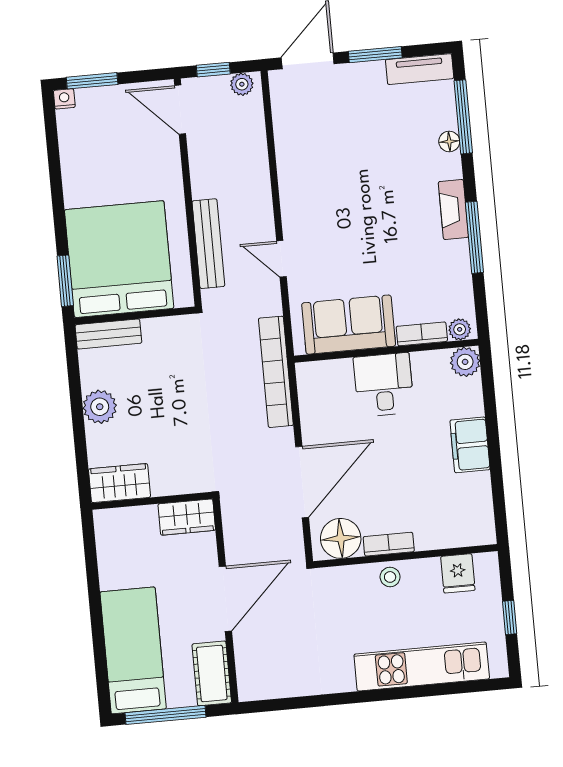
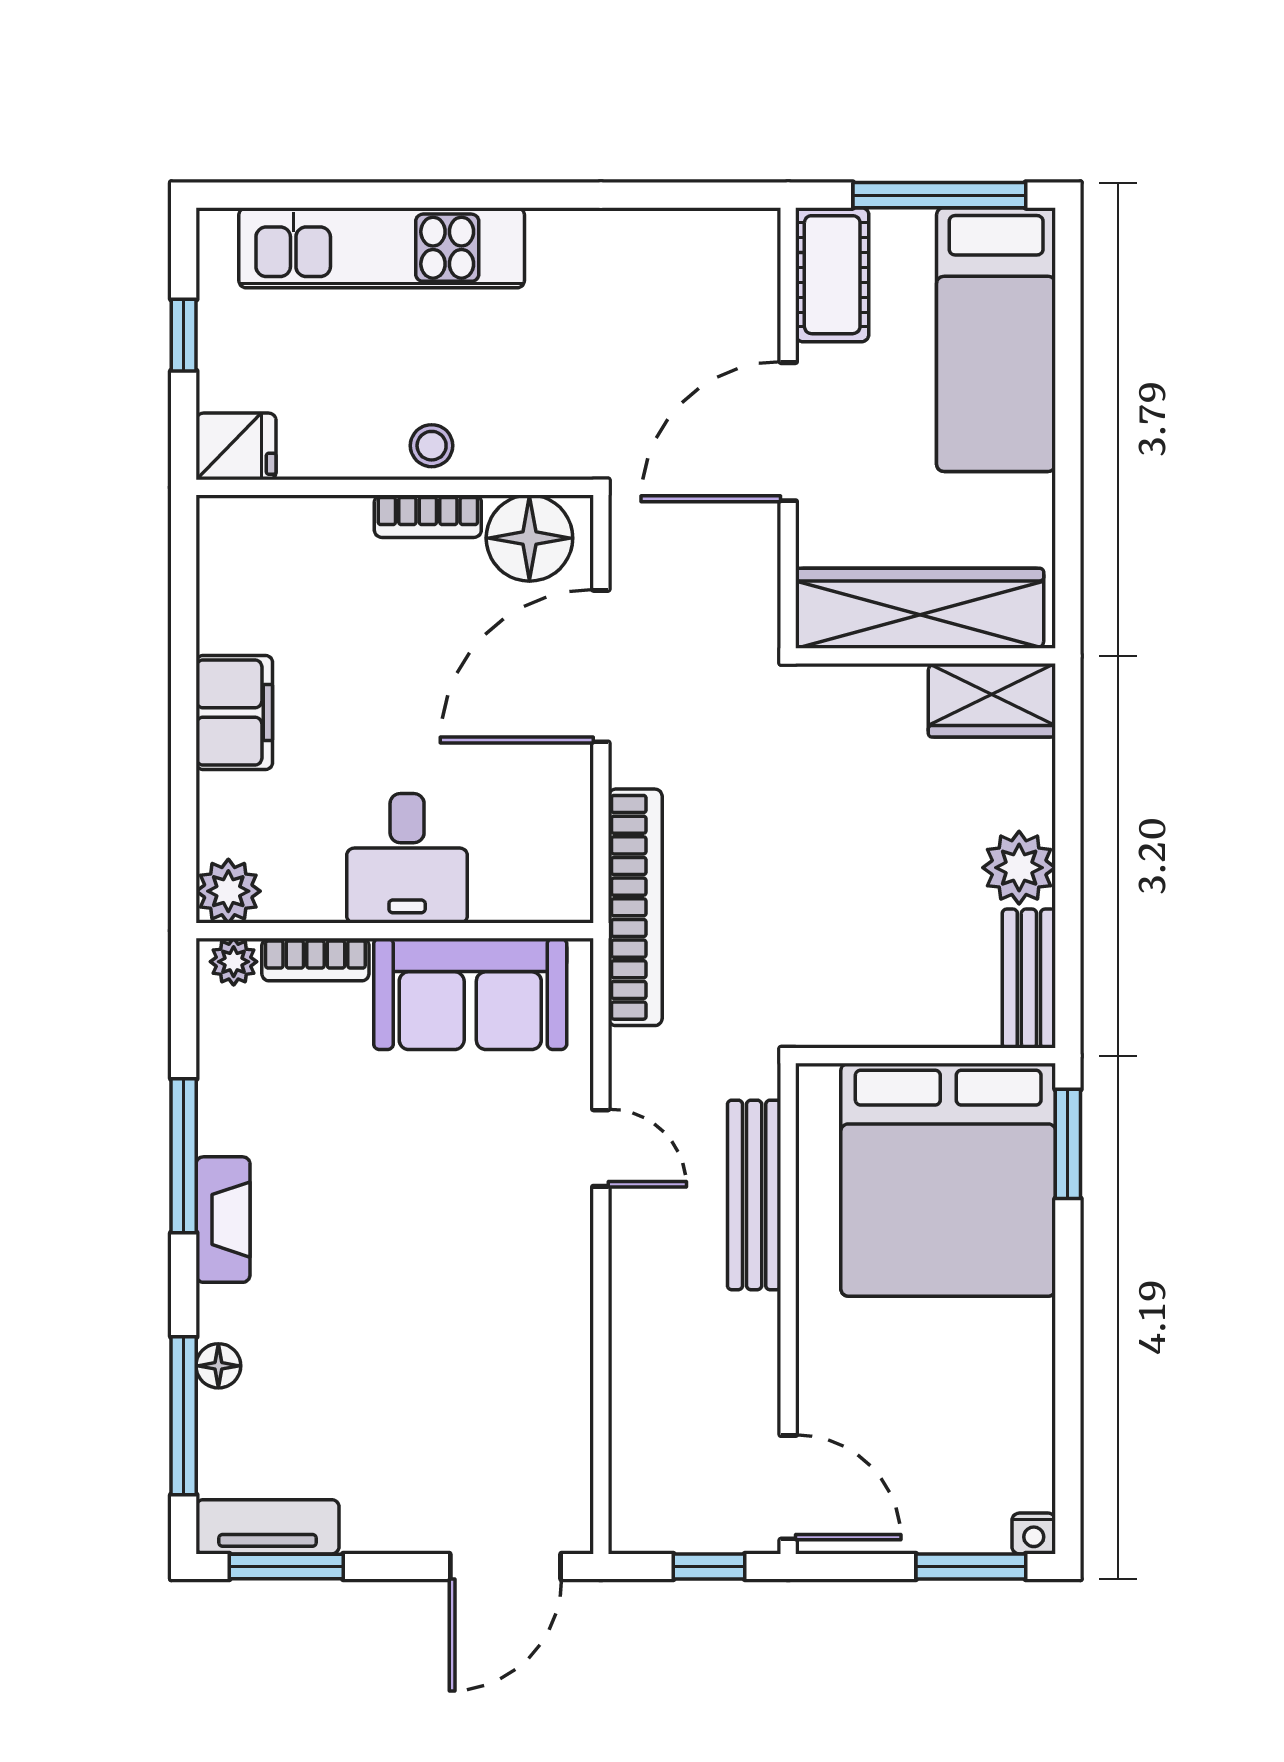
window: (375, 55) -> (286, 1567), moved
plant: (242, 84) -> (651, 1530), removed
bench: (108, 334) -> (1029, 979), moved, turned 90
wardrobe: (187, 517) -> (920, 608), width x2.10, depth x1.17
fridge: (458, 573) -> (236, 446), moved, turned 90

